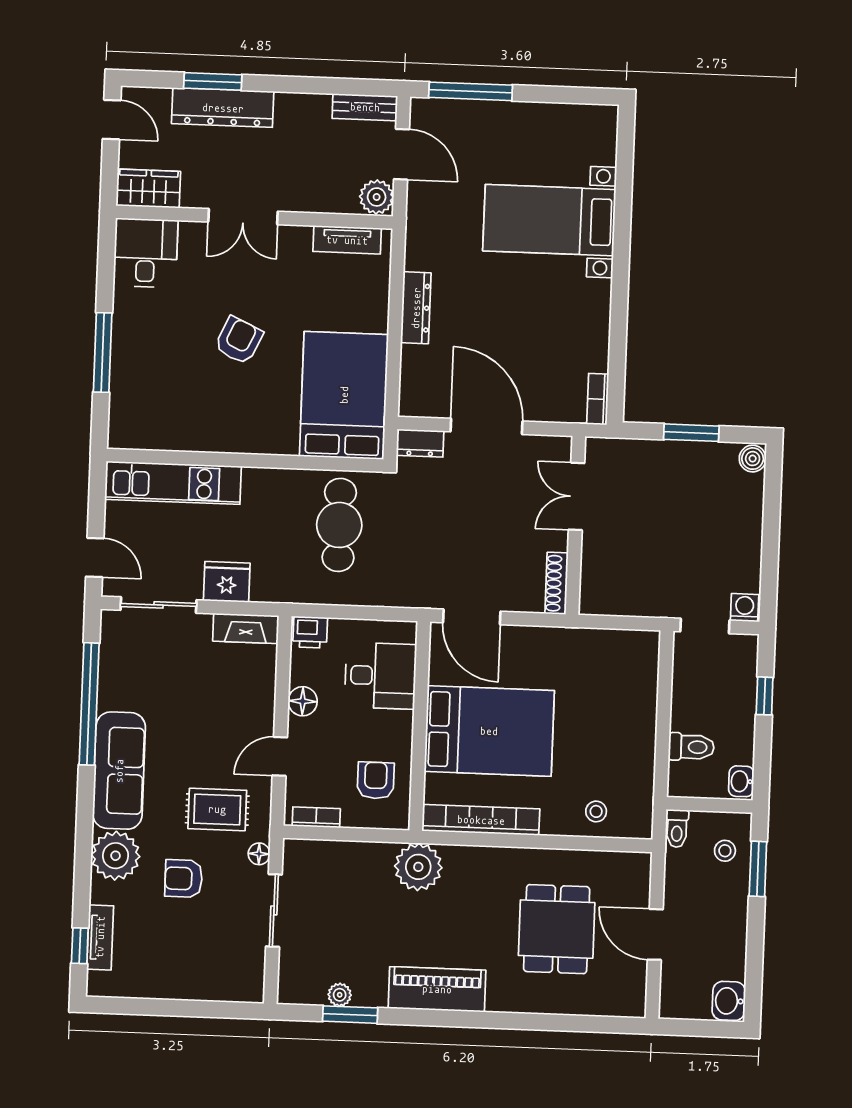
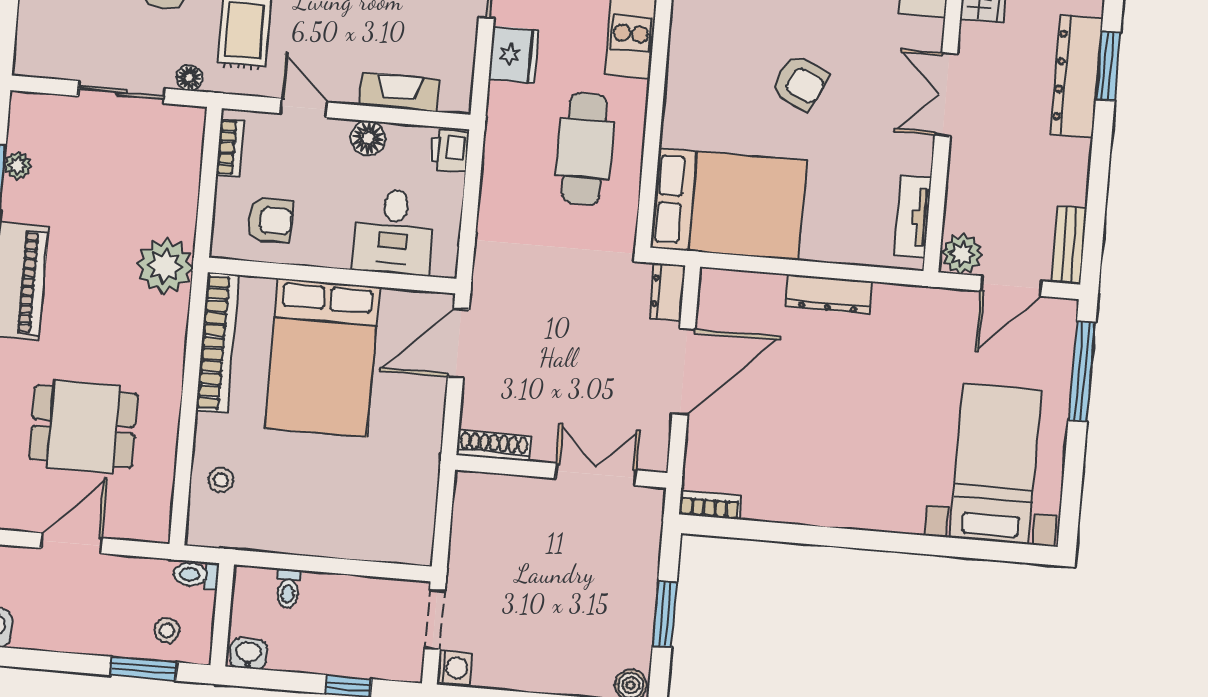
bed with nightstands: (549, 220) -> (996, 464), moved
cafe table: (339, 525) -> (585, 149), moved, turned 90
fireplace: (246, 628) -> (399, 92), moved, turned 90
toilet: (691, 747) -> (288, 589), width x0.73, depth x0.72

